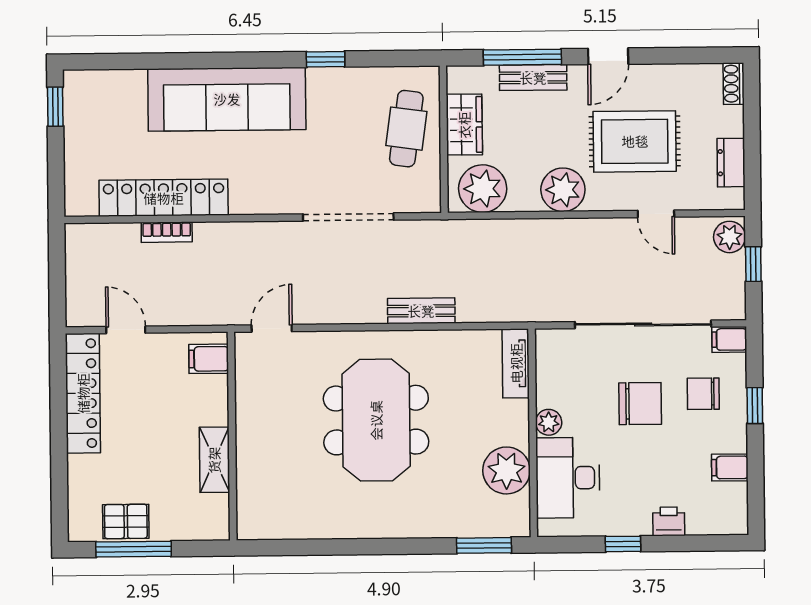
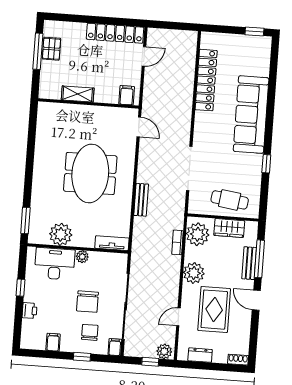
bookcase: (167, 232) -> (177, 242), moved
meeting table: (376, 420) -> (90, 174), turned 90

